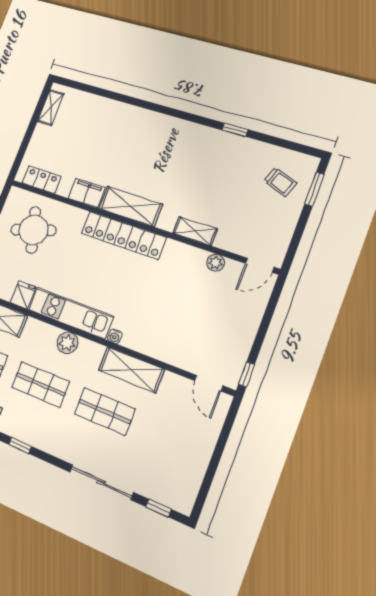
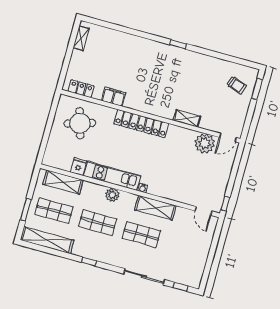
window: (235, 130) -> (178, 44), moved
shelving: (130, 206) -> (144, 104), removed
plant: (216, 263) -> (205, 143), width x1.88, depth x1.88

